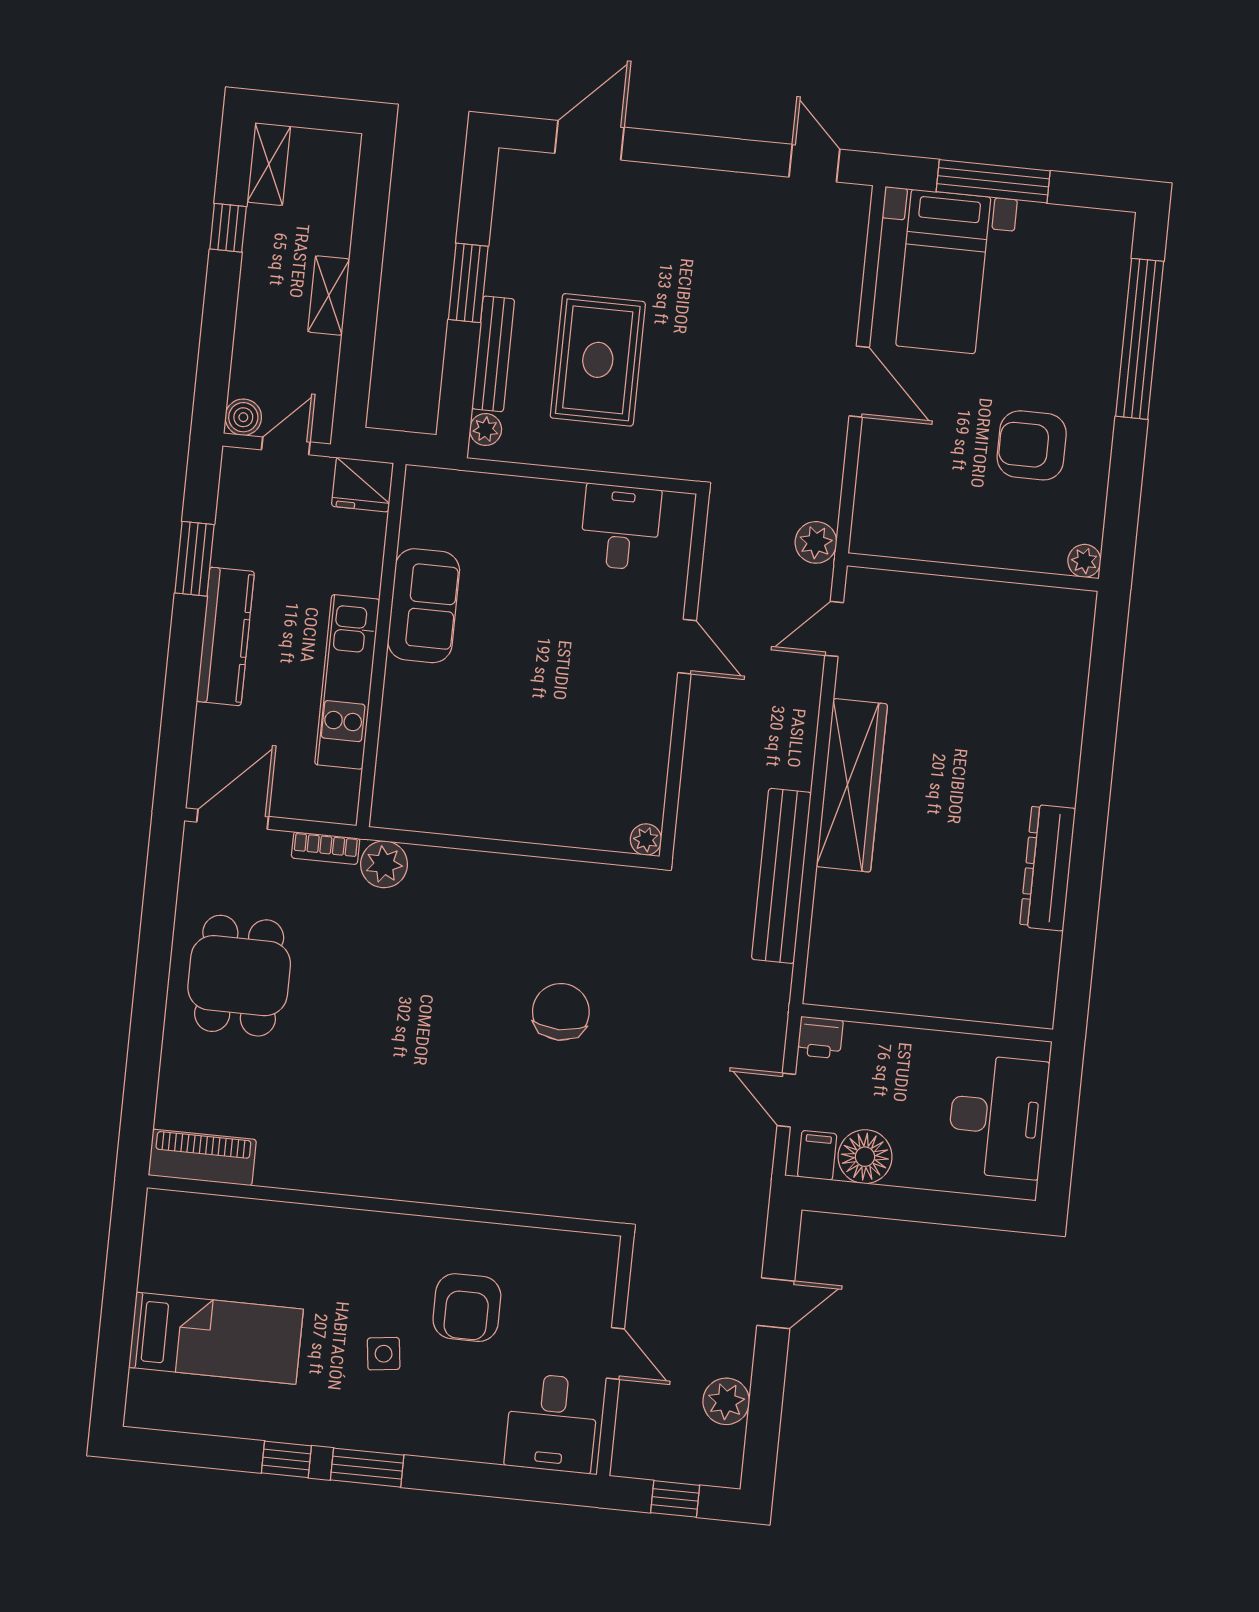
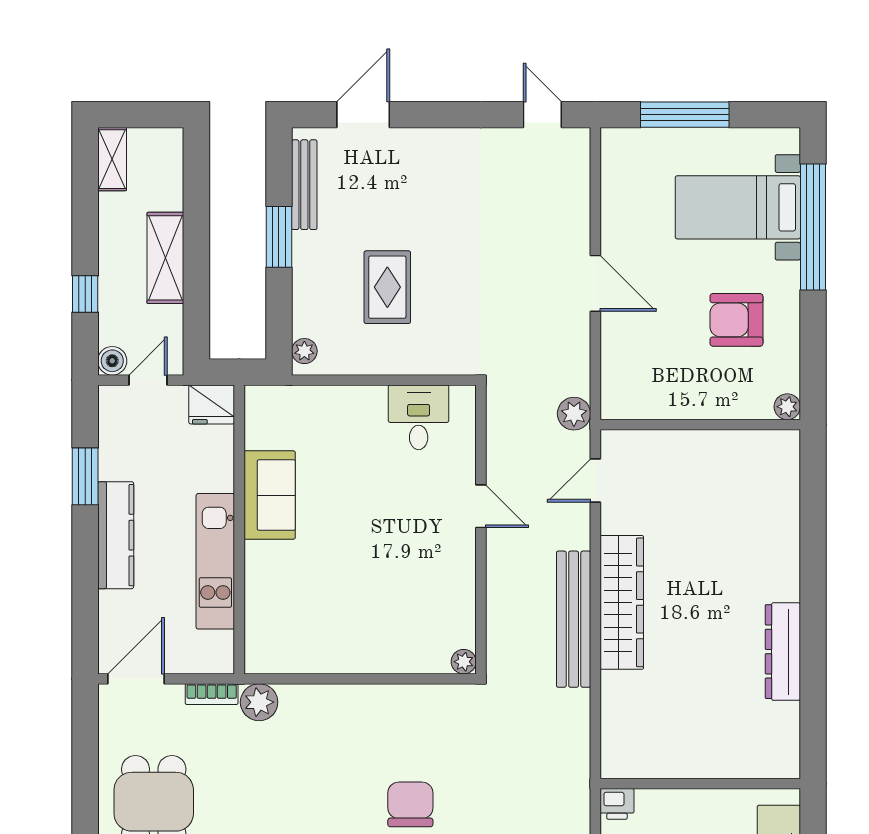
window: (228, 228) -> (85, 294), moved
bed with nightstands: (943, 272) -> (738, 207), moved, turned 90
shelving: (329, 295) -> (165, 258), width x1.50, depth x1.33
bench: (493, 354) -> (304, 185), moved
rug: (598, 360) -> (387, 287), width x0.73, depth x0.70
bench: (781, 876) -> (574, 619), moved

